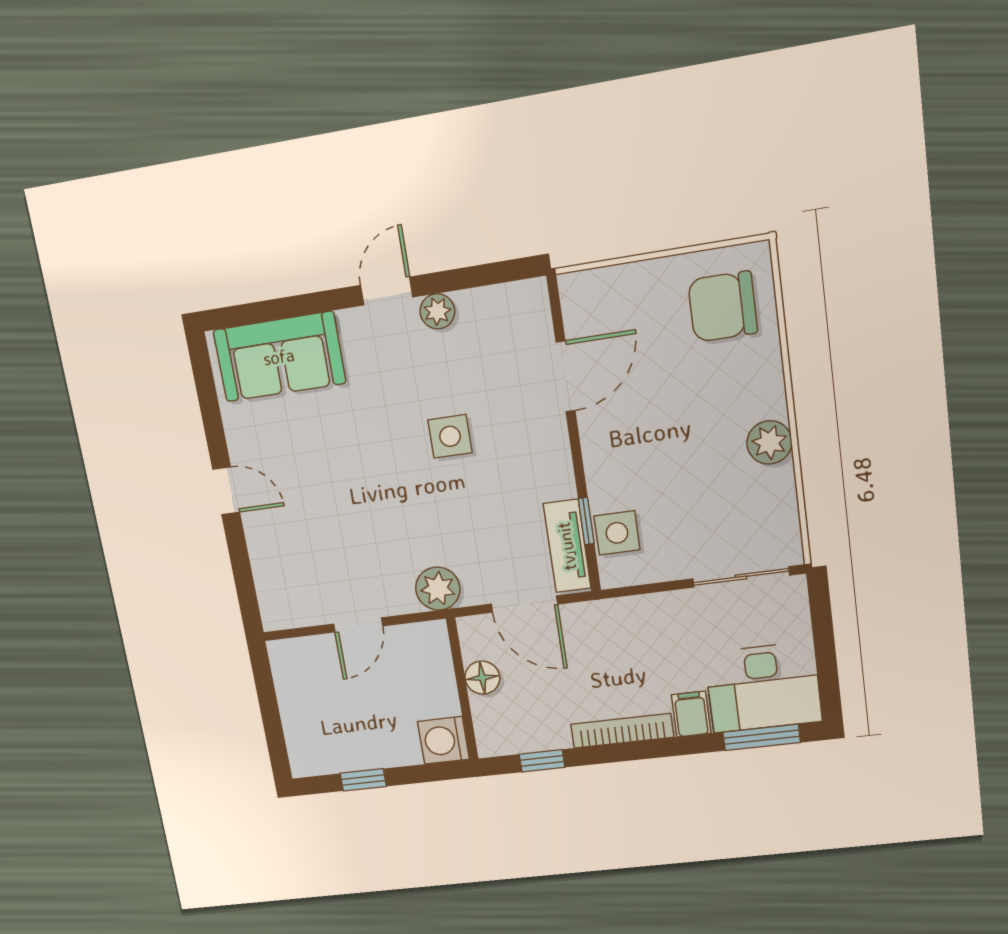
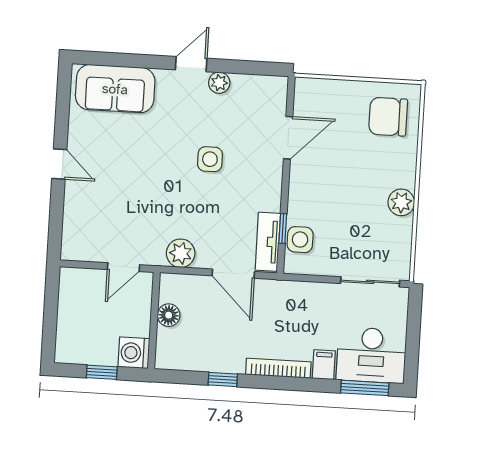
floor lamp: (482, 678) -> (169, 315), moved
wall: (462, 689) -> (154, 321), moved
washing machine: (443, 740) -> (134, 353), moved

